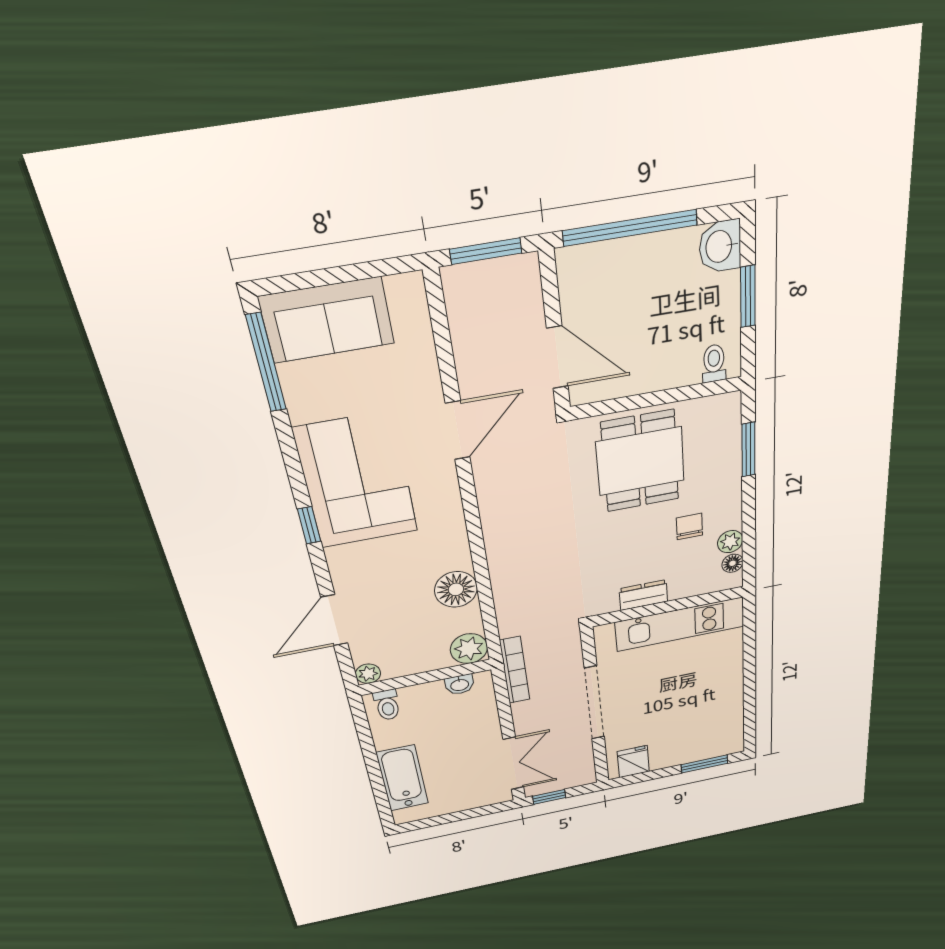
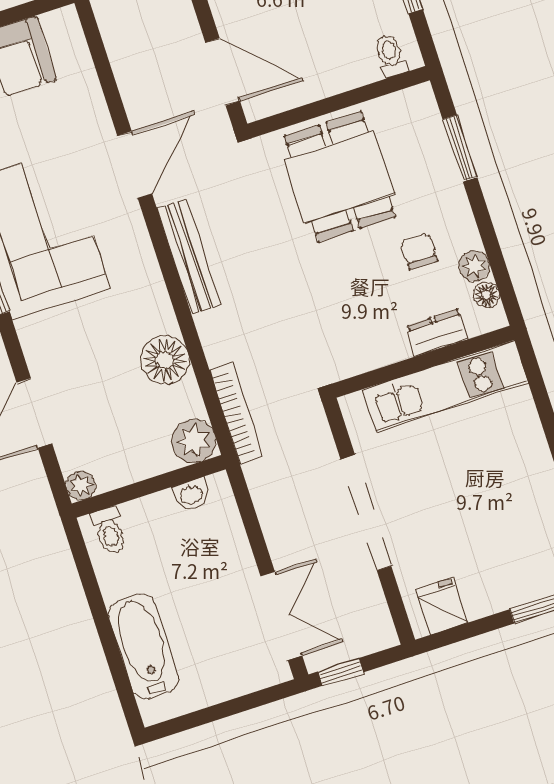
bench: (493, 512) -> (189, 257), added
dresser: (643, 595) -> (437, 333), moved
bookcase: (515, 670) -> (237, 413), moved

